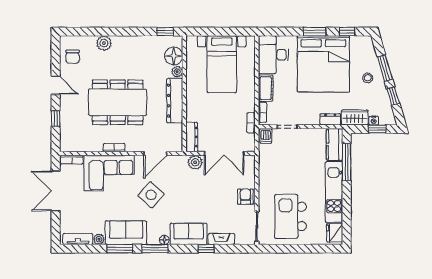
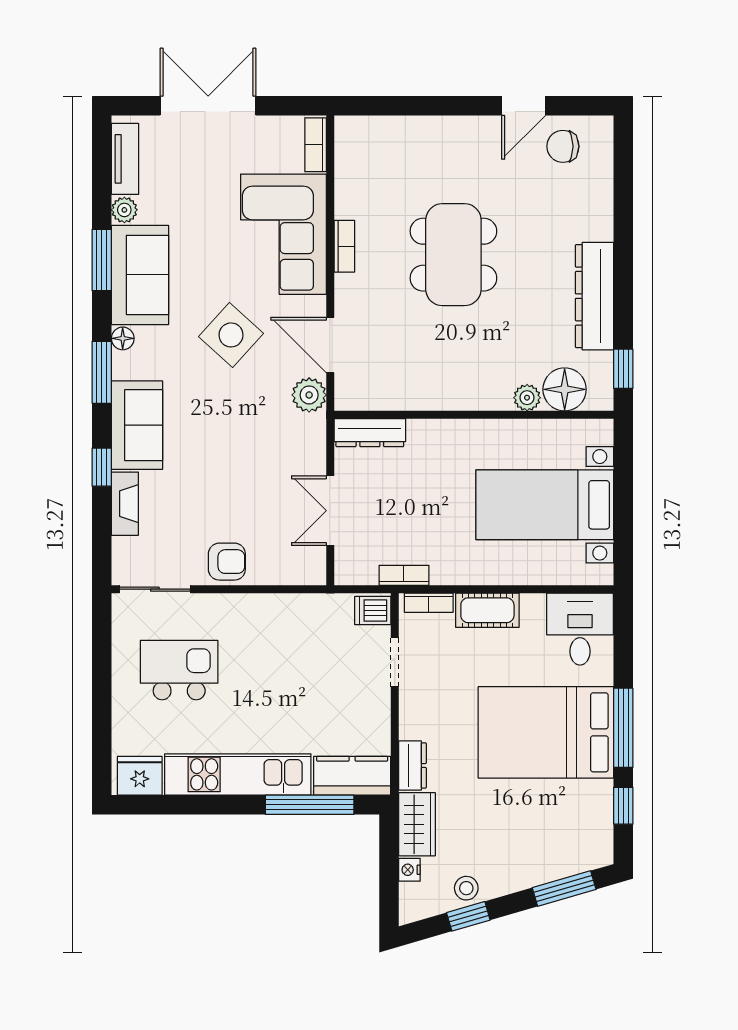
window: (315, 32) -> (623, 728), width x1.44
plant: (104, 43) -> (596, 222), removed
desk: (273, 55) -> (580, 629), width x0.73
bed: (323, 64) -> (546, 732), width x0.73
window: (385, 68) -> (564, 889), moved
stool: (368, 78) -> (466, 888), moved
door: (56, 85) -> (524, 106), moved
dresser: (175, 101) -> (594, 296), moved, turned -90
dining table: (118, 102) -> (453, 255), width x0.73, depth x0.80
window: (56, 118) -> (414, 106), removed
window: (377, 129) -> (389, 878), removed
double door: (224, 154) -> (330, 511), width x0.73
plant: (195, 162) -> (309, 395), moved
double door: (56, 191) -> (208, 106), moved
kitchen island: (291, 216) -> (179, 670), width x0.73, depth x0.78
floor lamp: (164, 240) -> (123, 338), moved
window: (155, 249) -> (102, 372), moved

